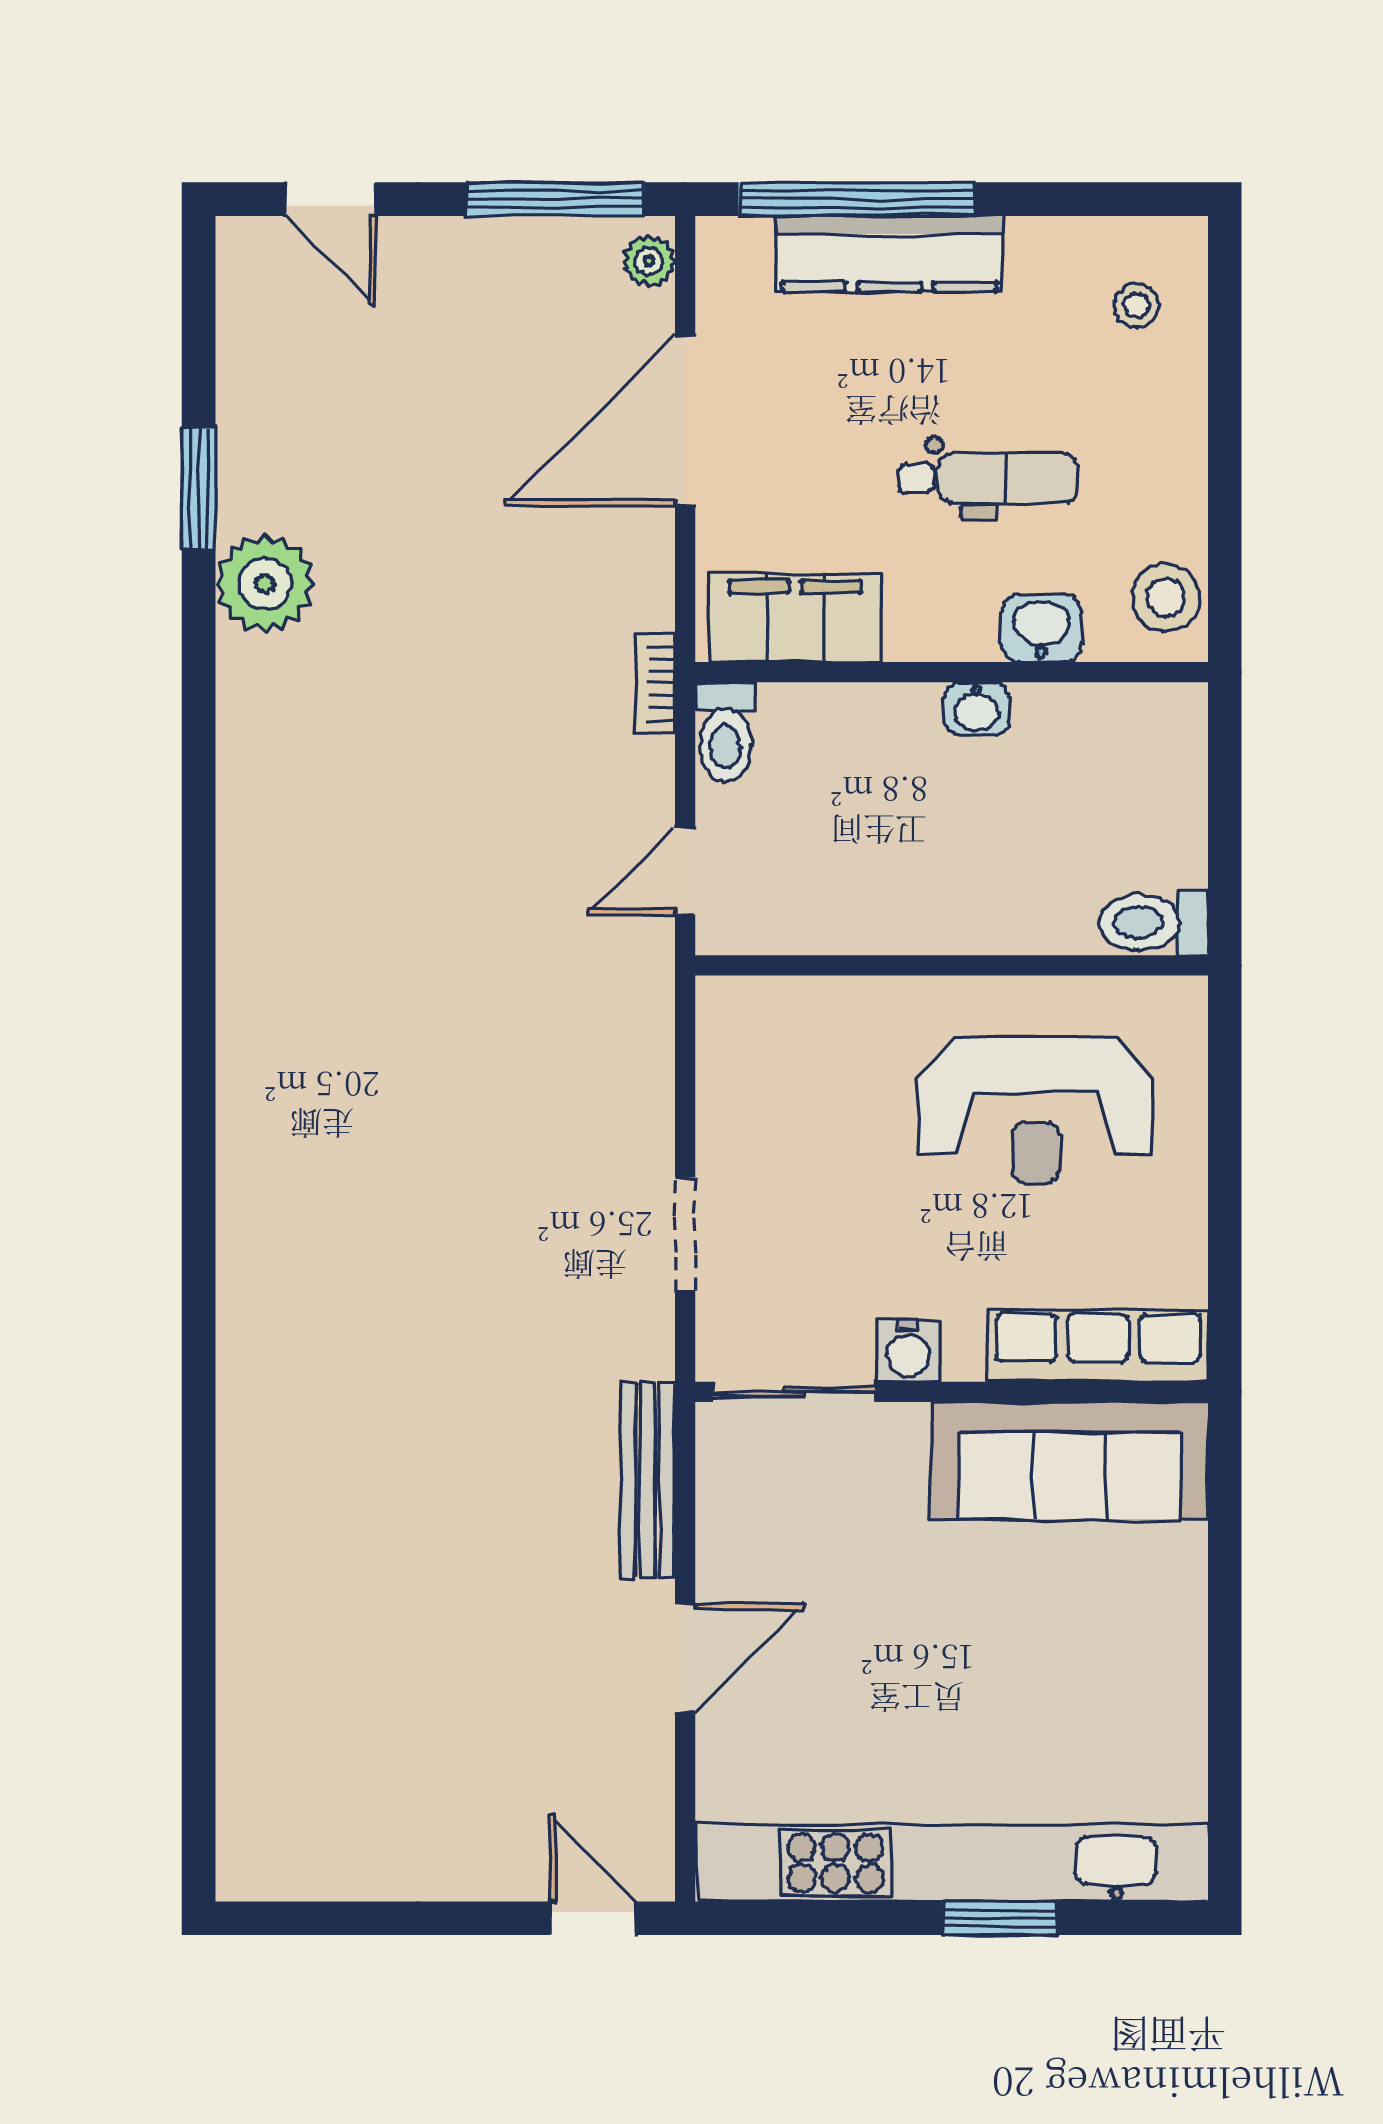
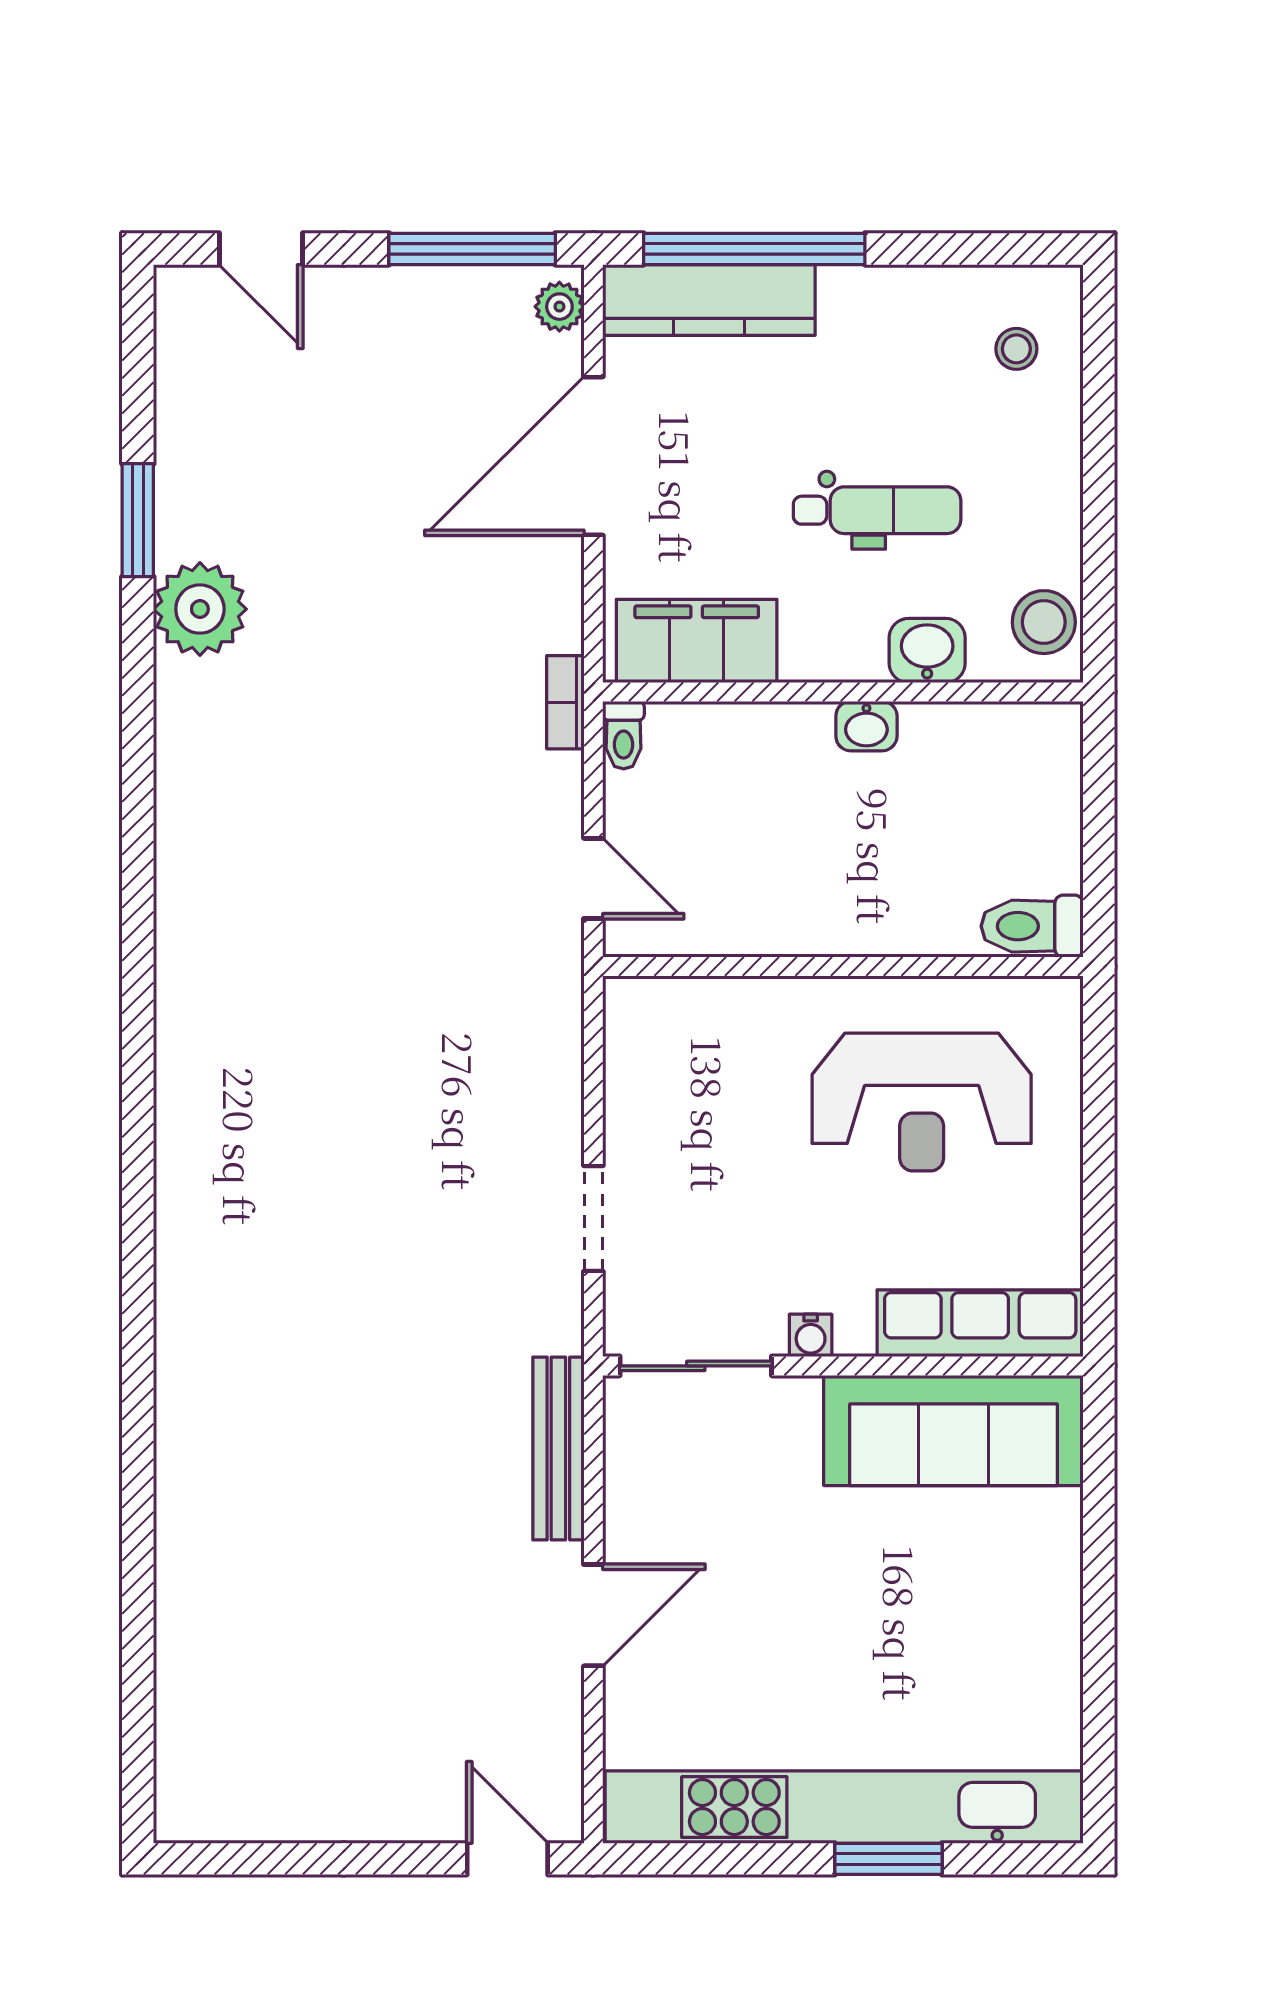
kitchen counter: (889, 254) -> (709, 300), moved
toilet: (725, 732) -> (624, 735), width x0.73, depth x0.72
door: (685, 871) -> (593, 878), swing flipped
water cooler: (908, 1351) -> (811, 1335), width x0.72, depth x0.72

